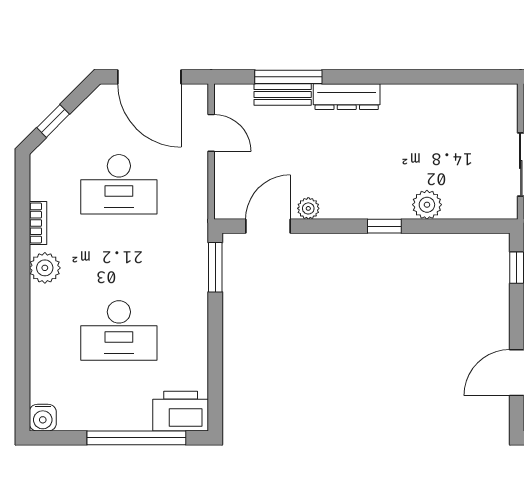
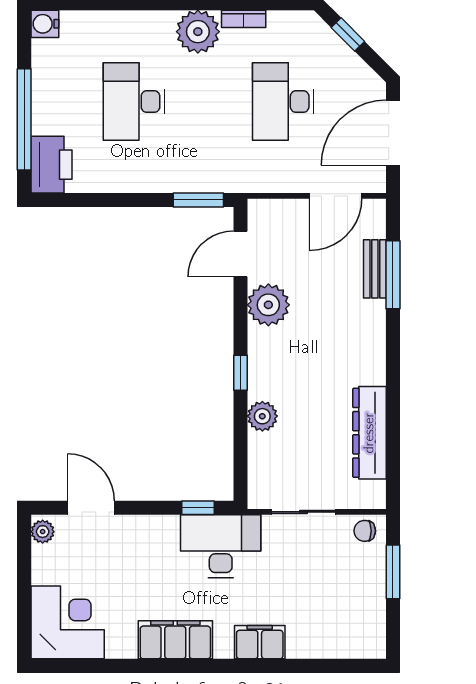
dresser: (347, 97) -> (369, 433), moved, width x1.37, depth x1.24
door: (211, 133) -> (336, 196), width x1.38
plant: (308, 208) -> (268, 305), width x1.88, depth x1.88
door: (268, 226) -> (240, 254), swing flipped
plant: (45, 268) -> (198, 32), width x1.36, depth x1.36

